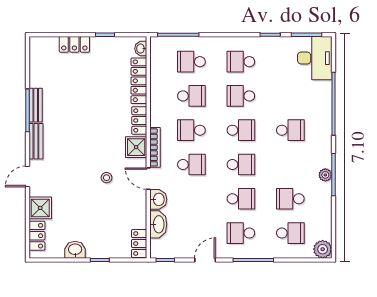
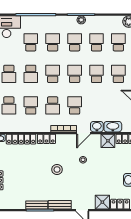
school desk: (290, 96) -> (31, 42), added
stool: (91, 137) -> (57, 170), added
shower: (136, 147) -> (108, 141), moved
school desk: (290, 164) -> (75, 42), added
school desk: (290, 199) -> (96, 42), turned 180
school desk: (241, 233) -> (118, 74), turned 180

